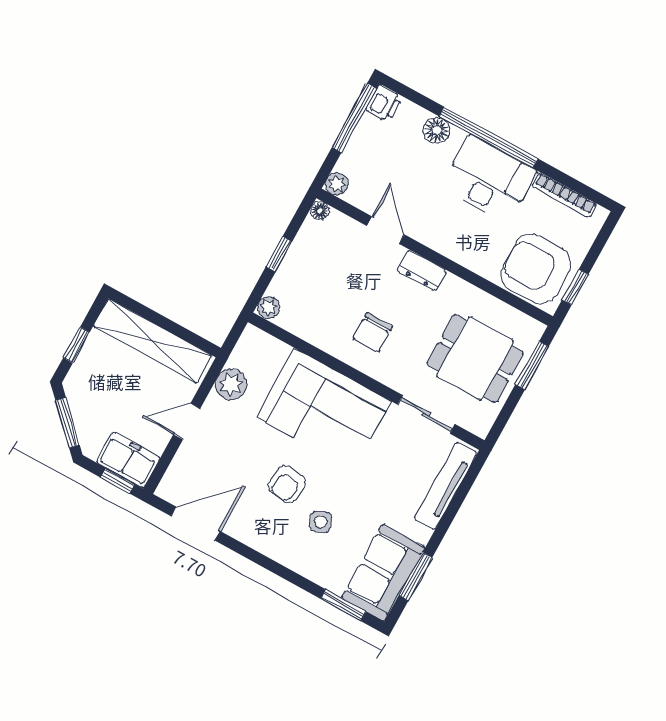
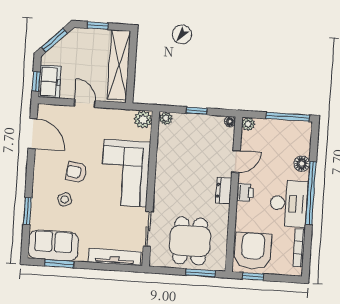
printer: (384, 103) -> (245, 192), moved, turned -90
chair: (373, 332) -> (178, 180), removed
plant: (231, 384) -> (143, 119), moved
window: (343, 605) -> (27, 211), moved

